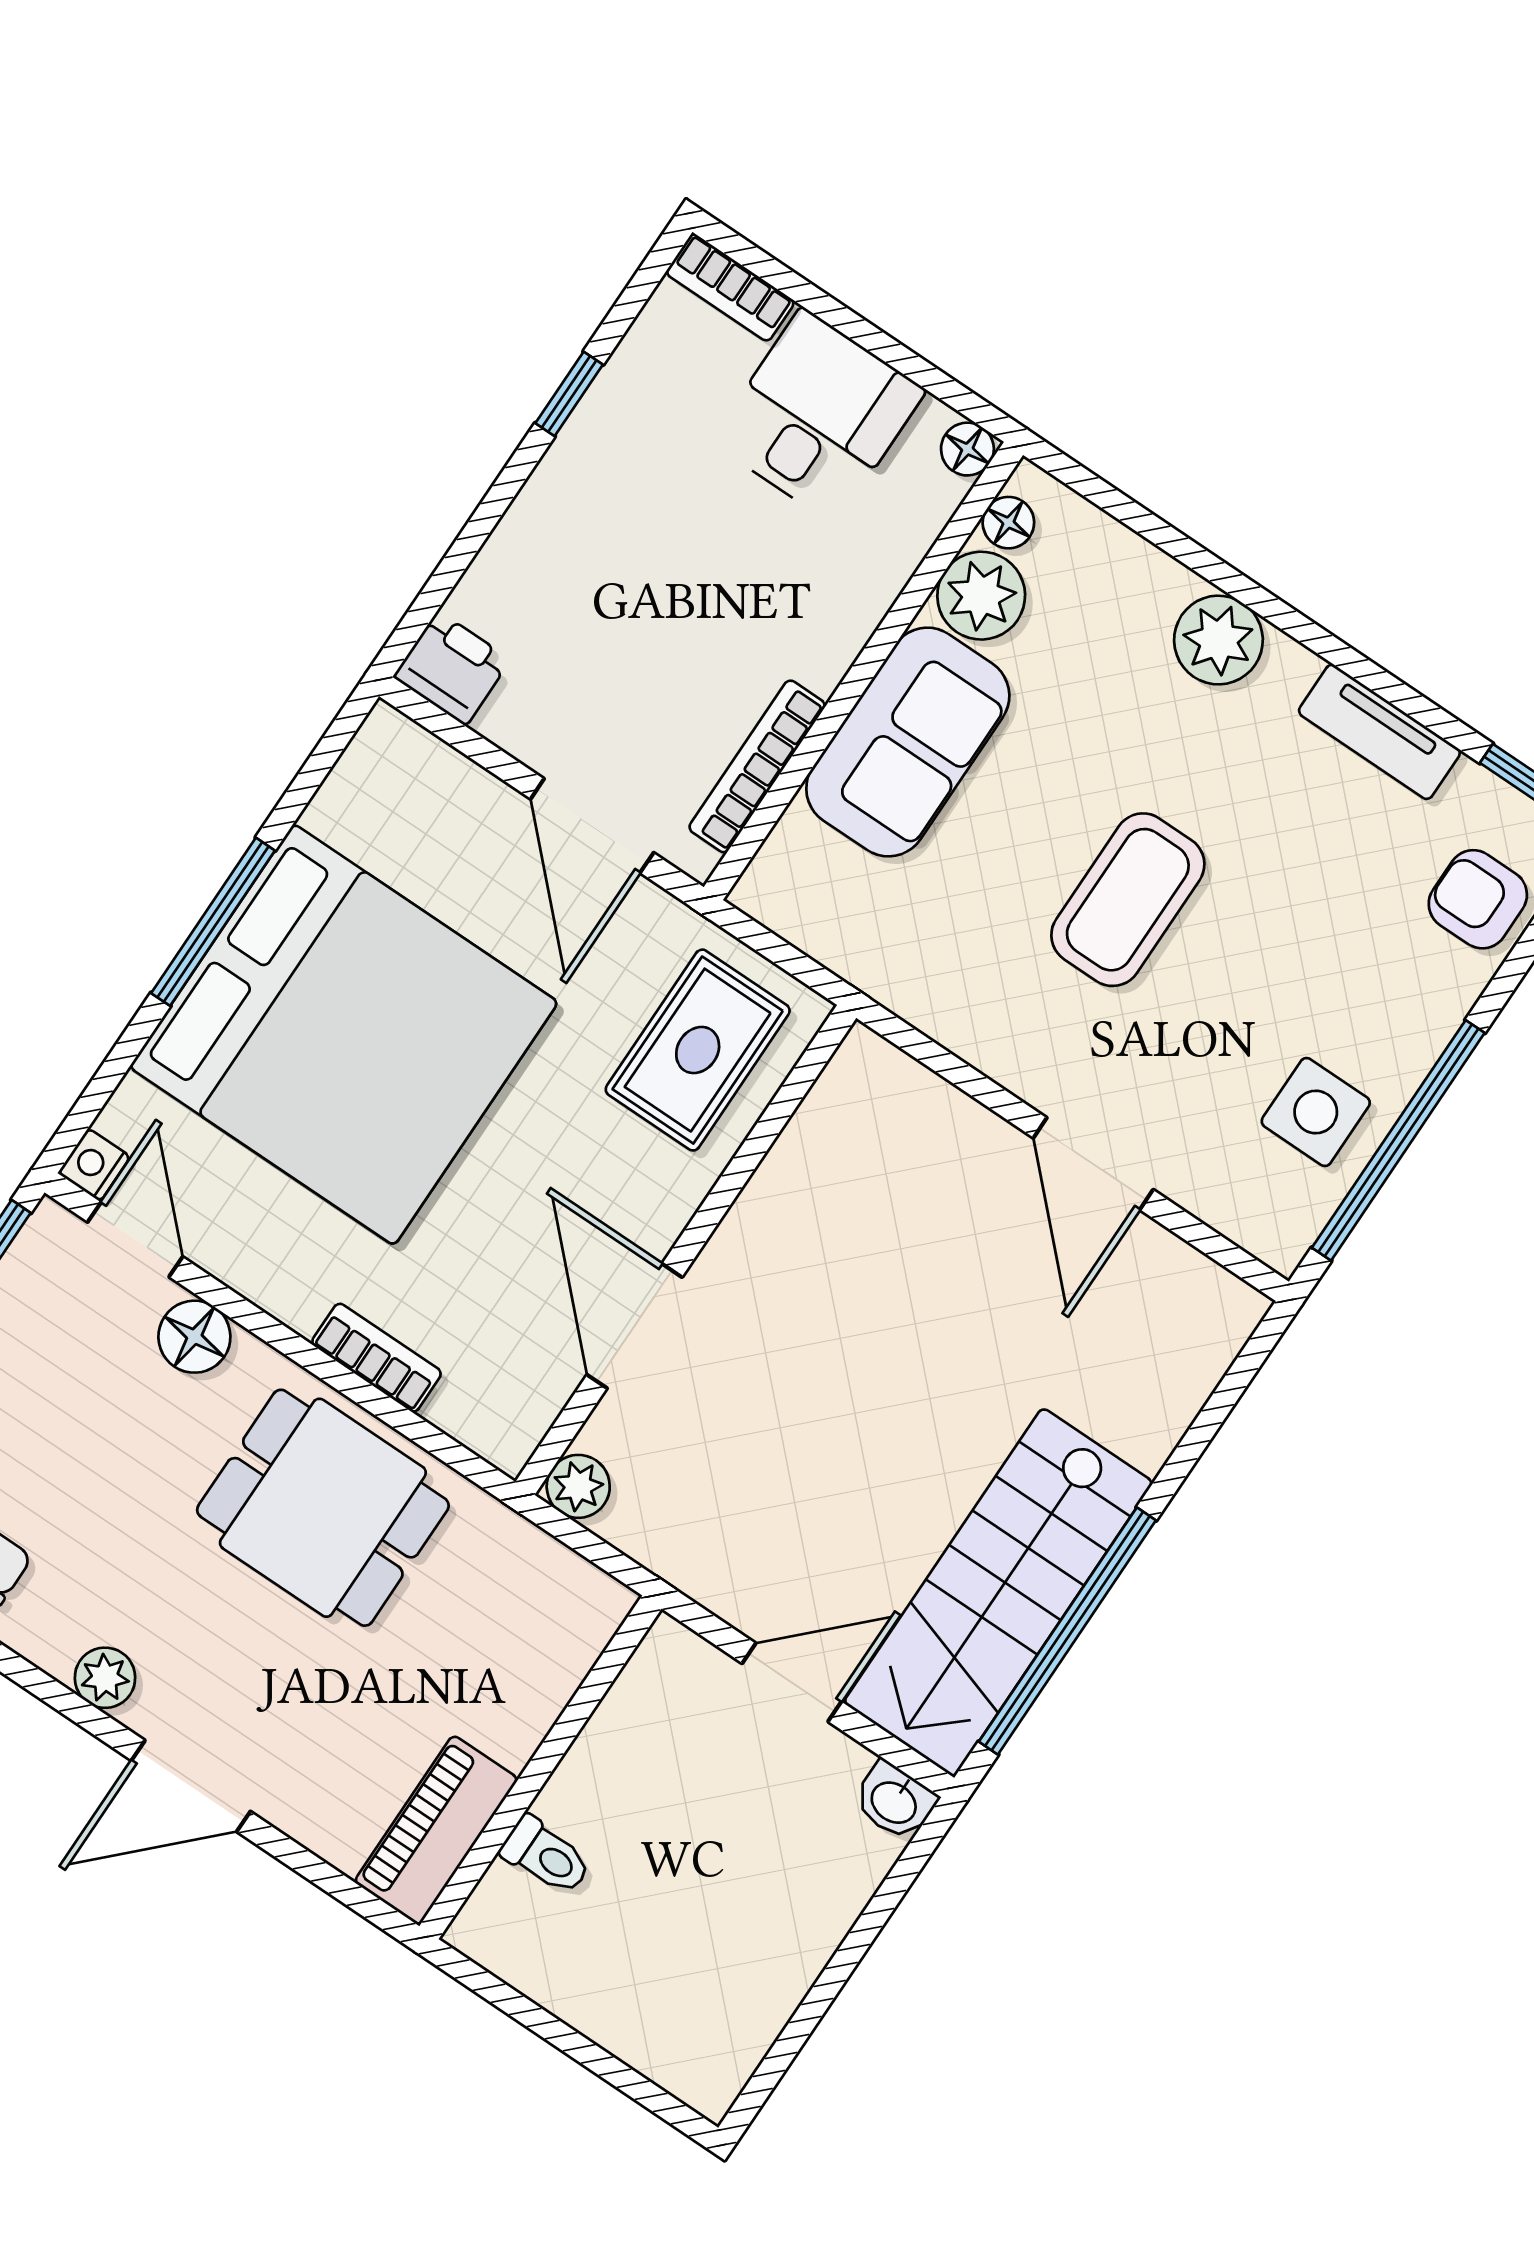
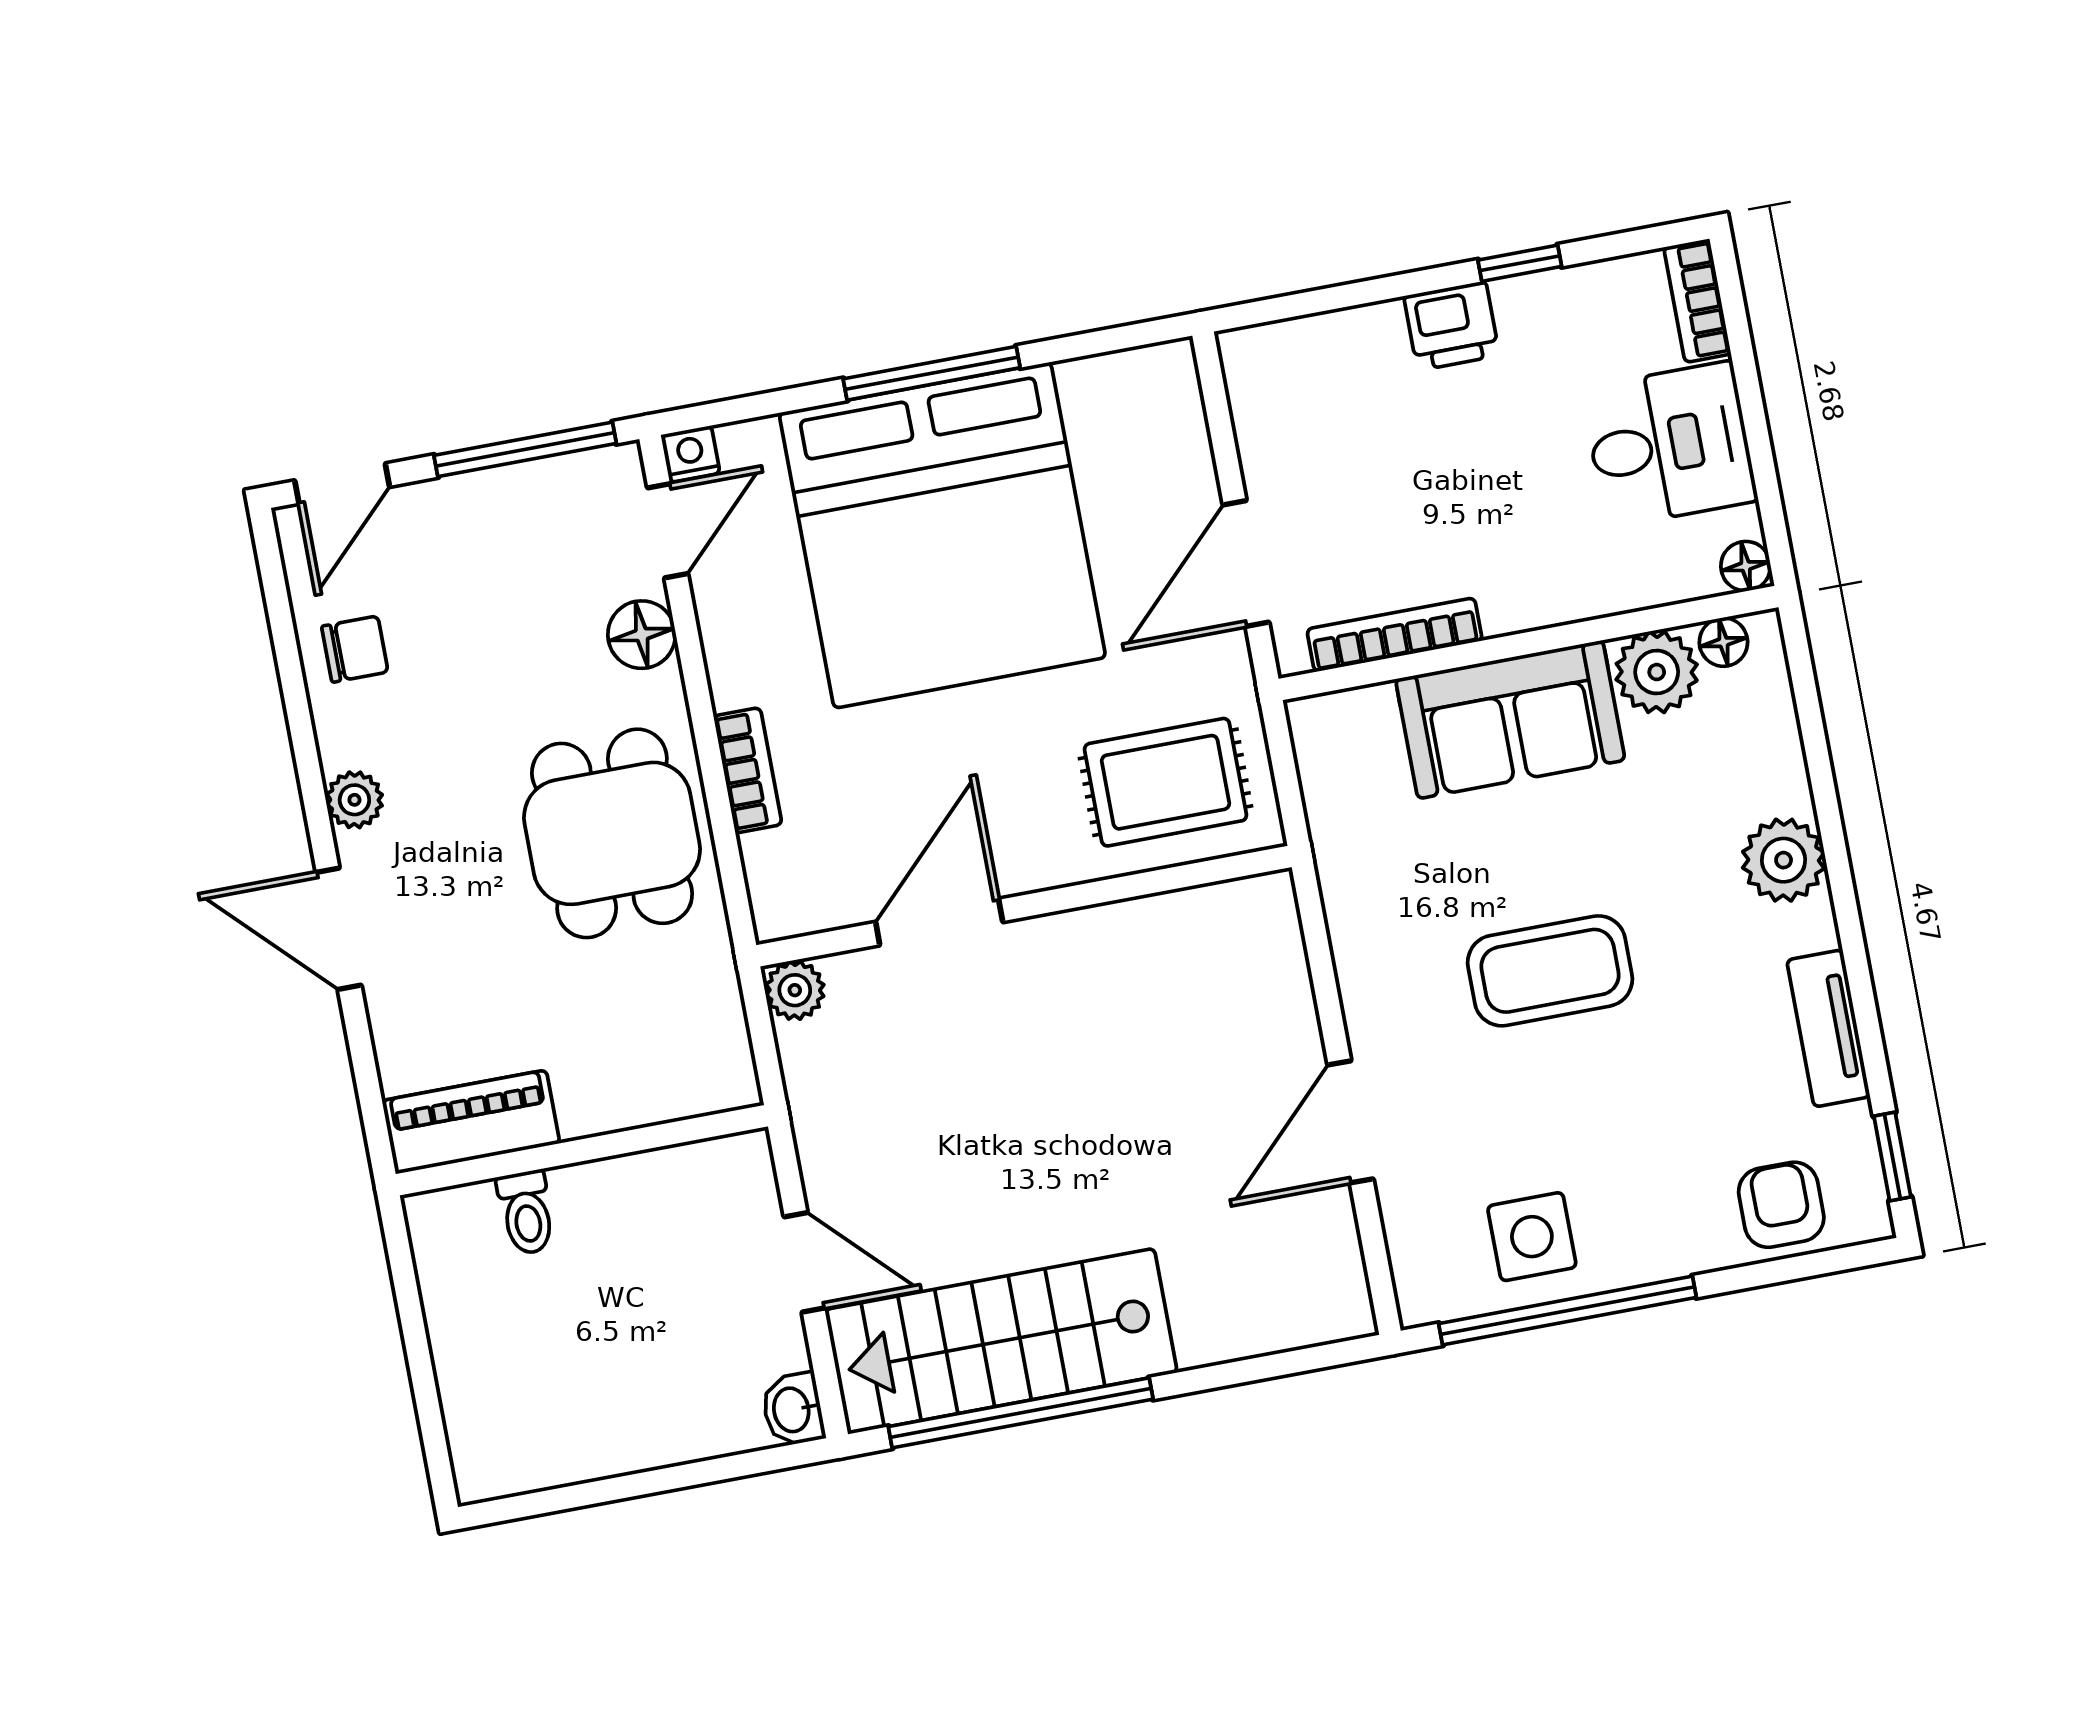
printer: (452, 668) -> (1452, 326), moved, turned 90

